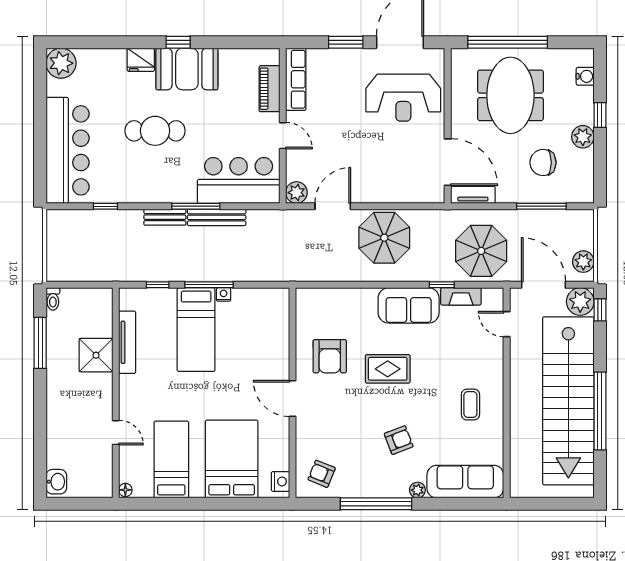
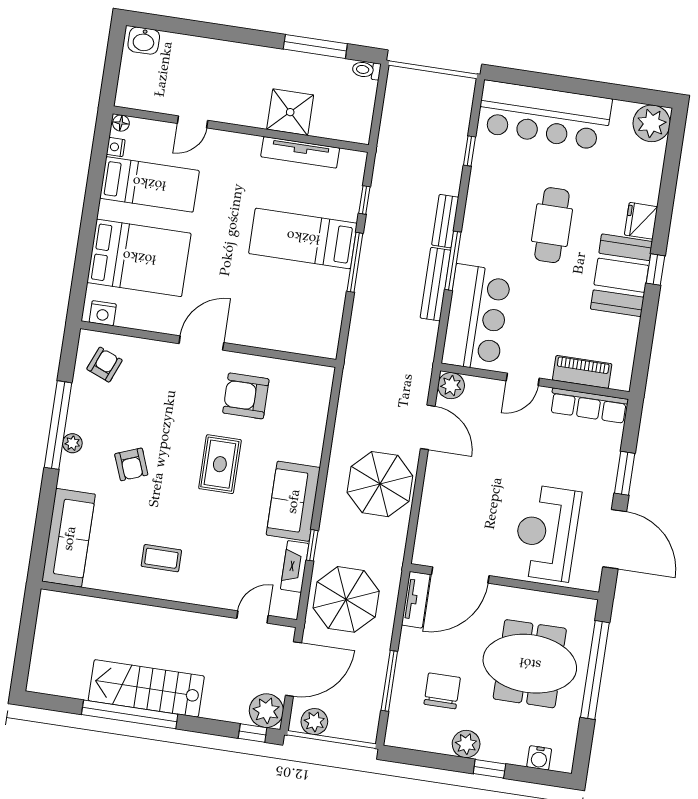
nightstand: (224, 294) -> (116, 147), moved, turned 180
stairs: (568, 401) -> (146, 688), width x0.54, depth x0.66
plant: (417, 490) -> (72, 443), moved

